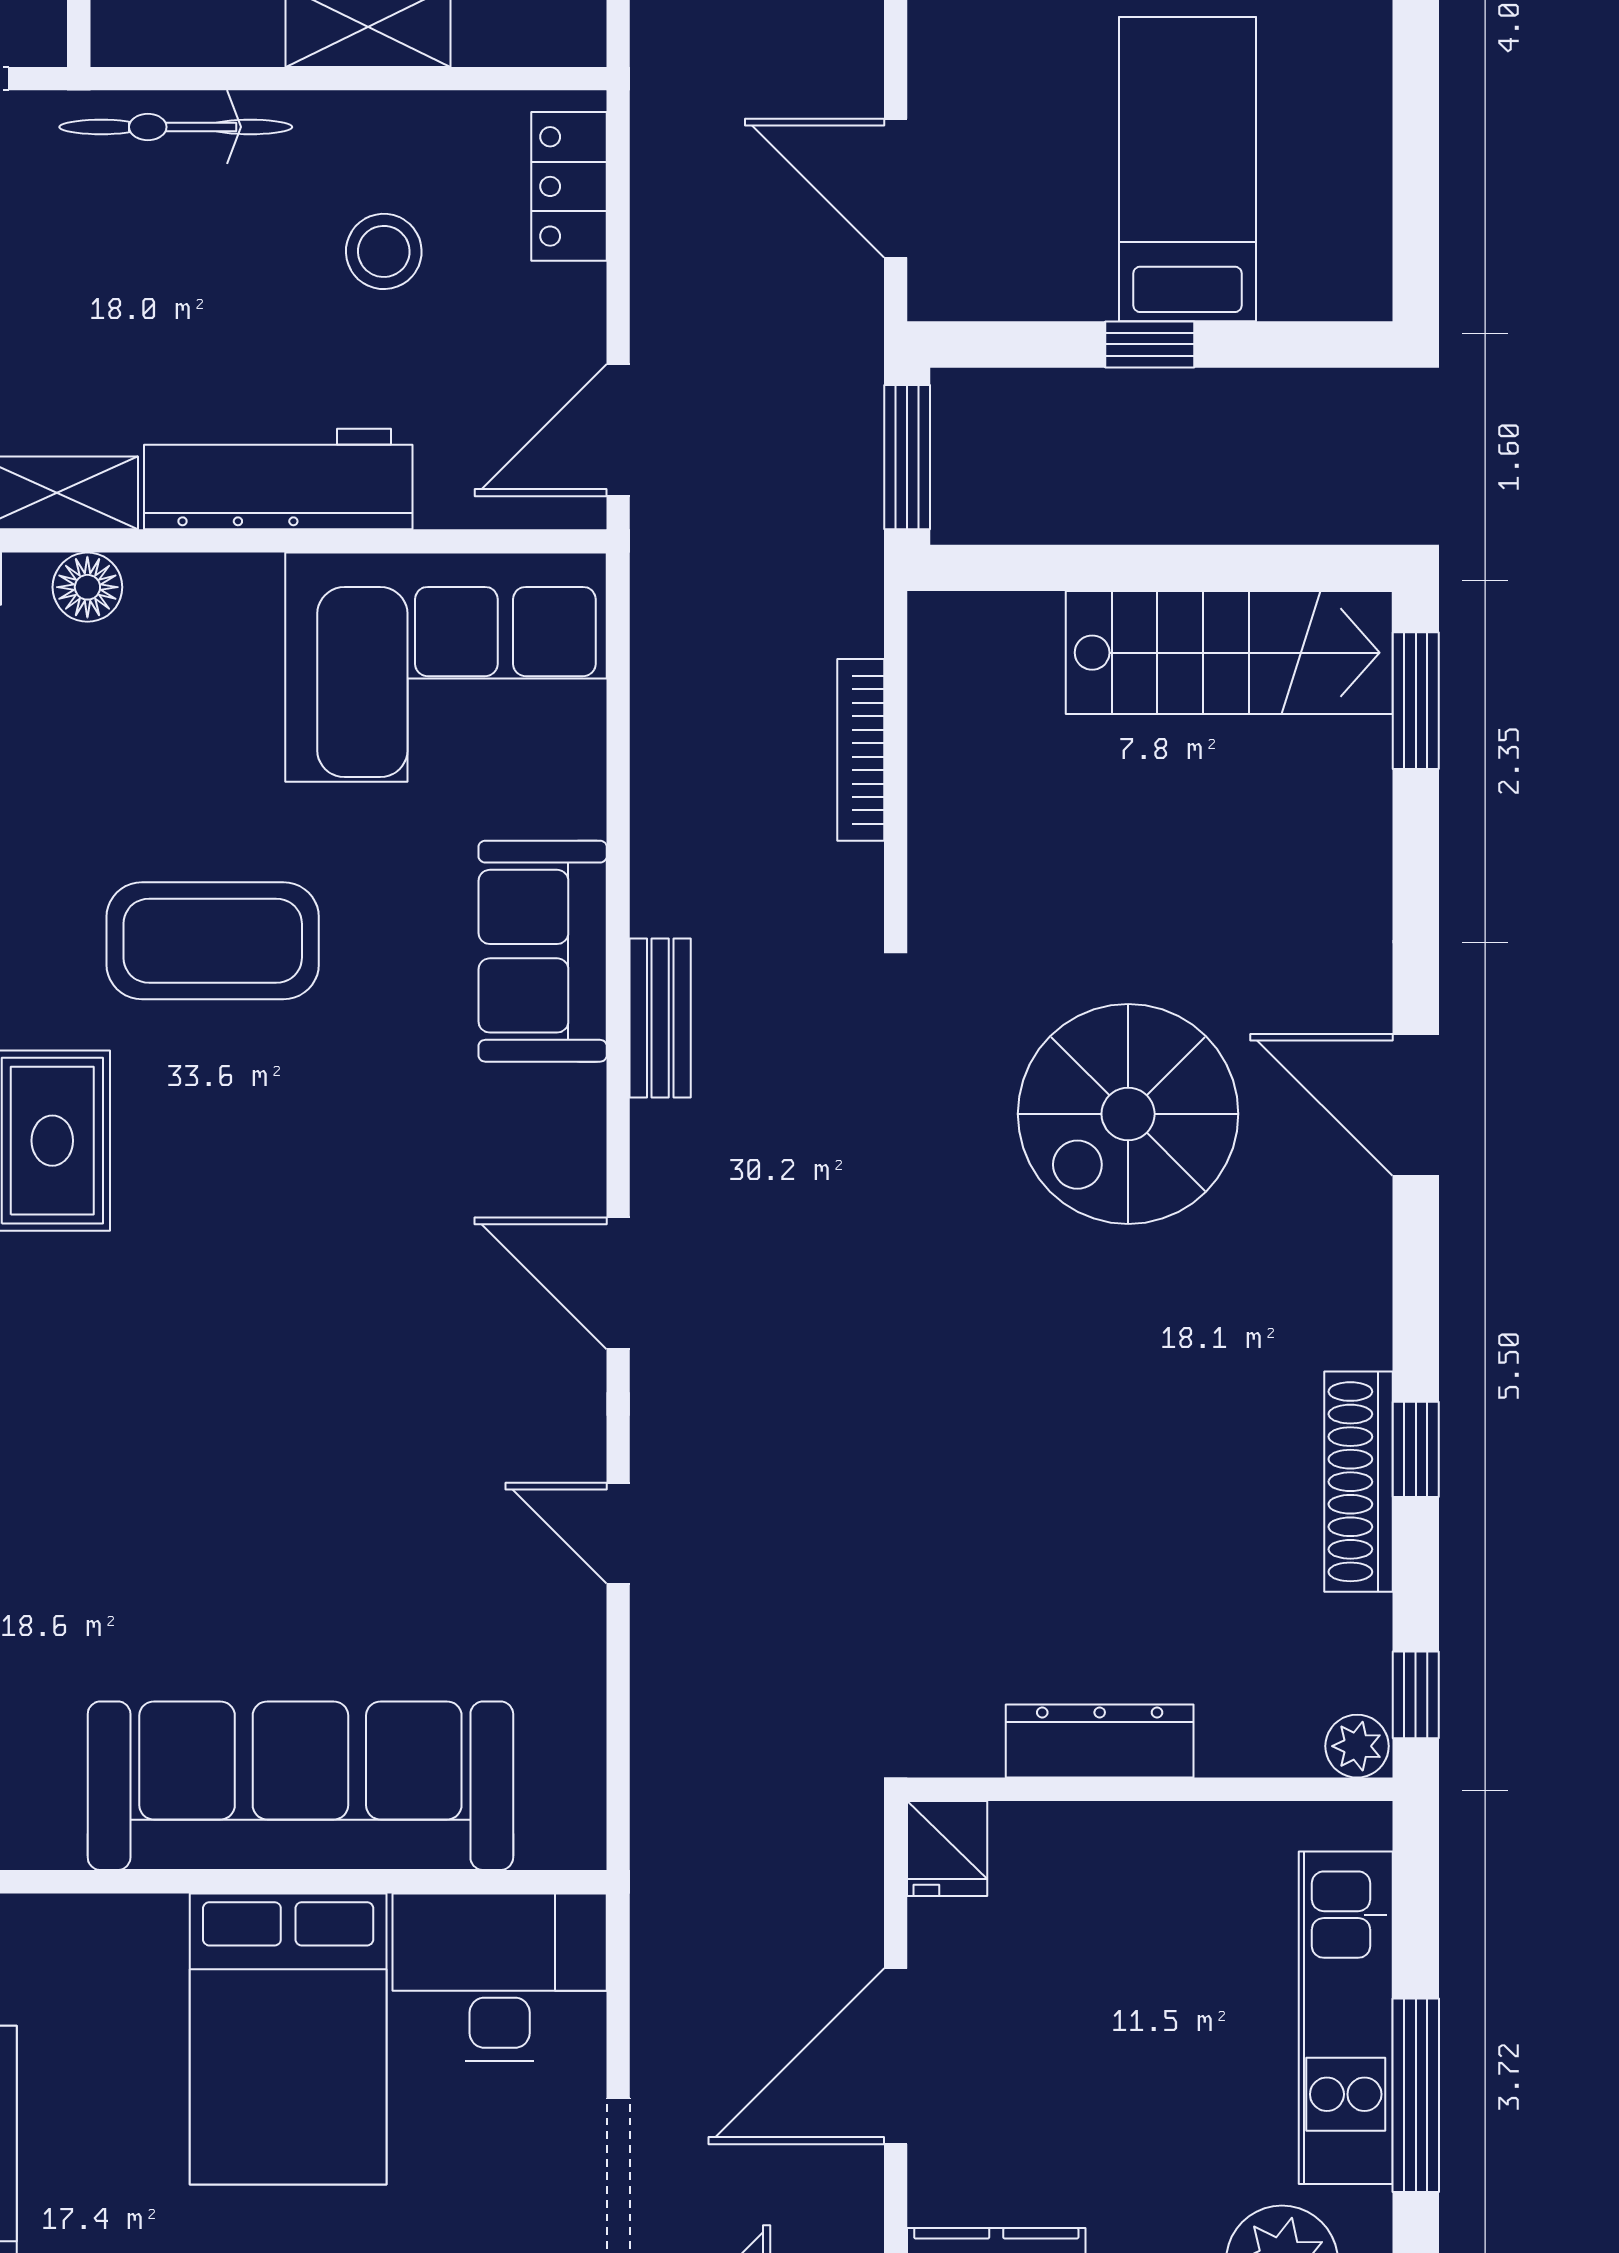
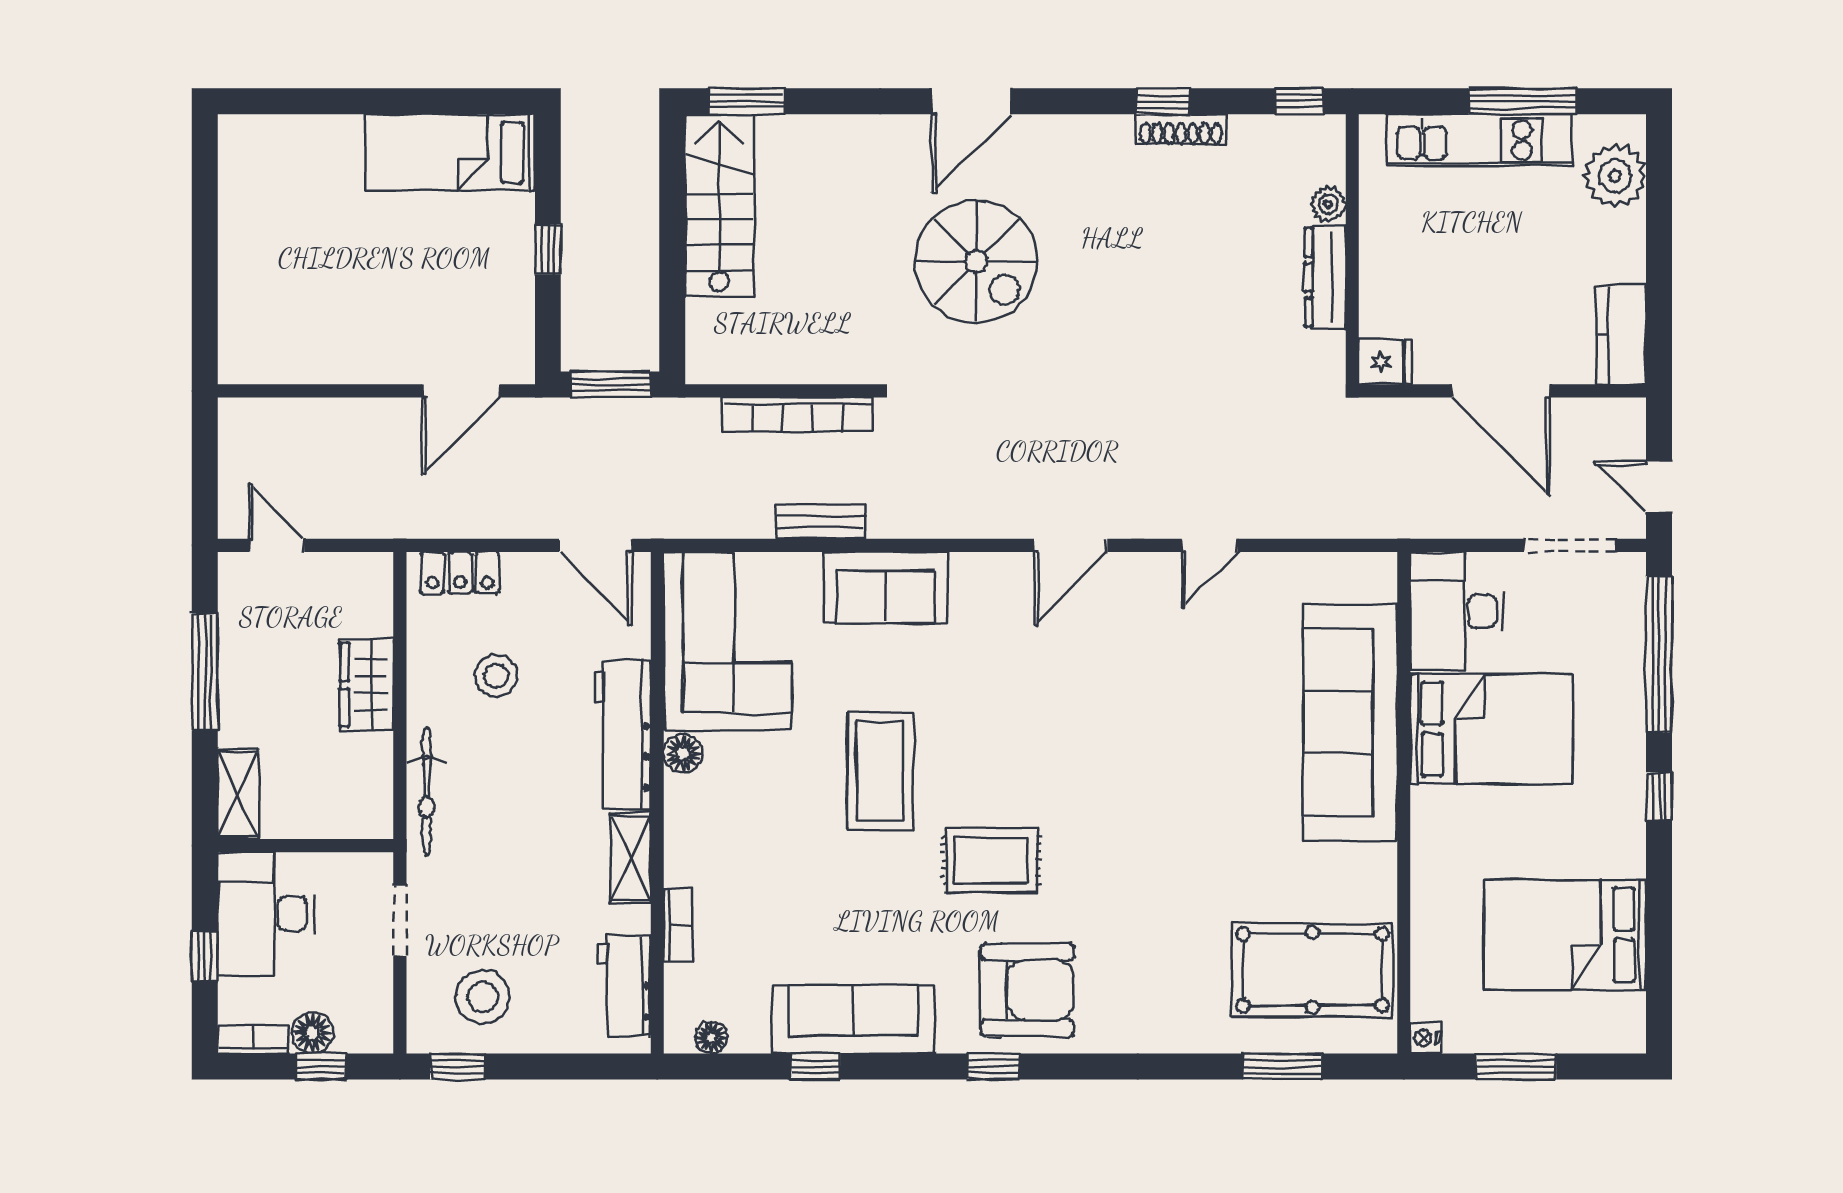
bed: (1188, 169) -> (450, 152), moved
floor lamp: (87, 587) -> (683, 753), moved
bookcase: (861, 750) -> (798, 414), width x1.48, depth x1.31
bench: (660, 1018) -> (821, 522), moved
shoe rack: (1359, 1482) -> (1181, 130), width x0.74, depth x0.81
plant: (1357, 1746) -> (1328, 204), moved

